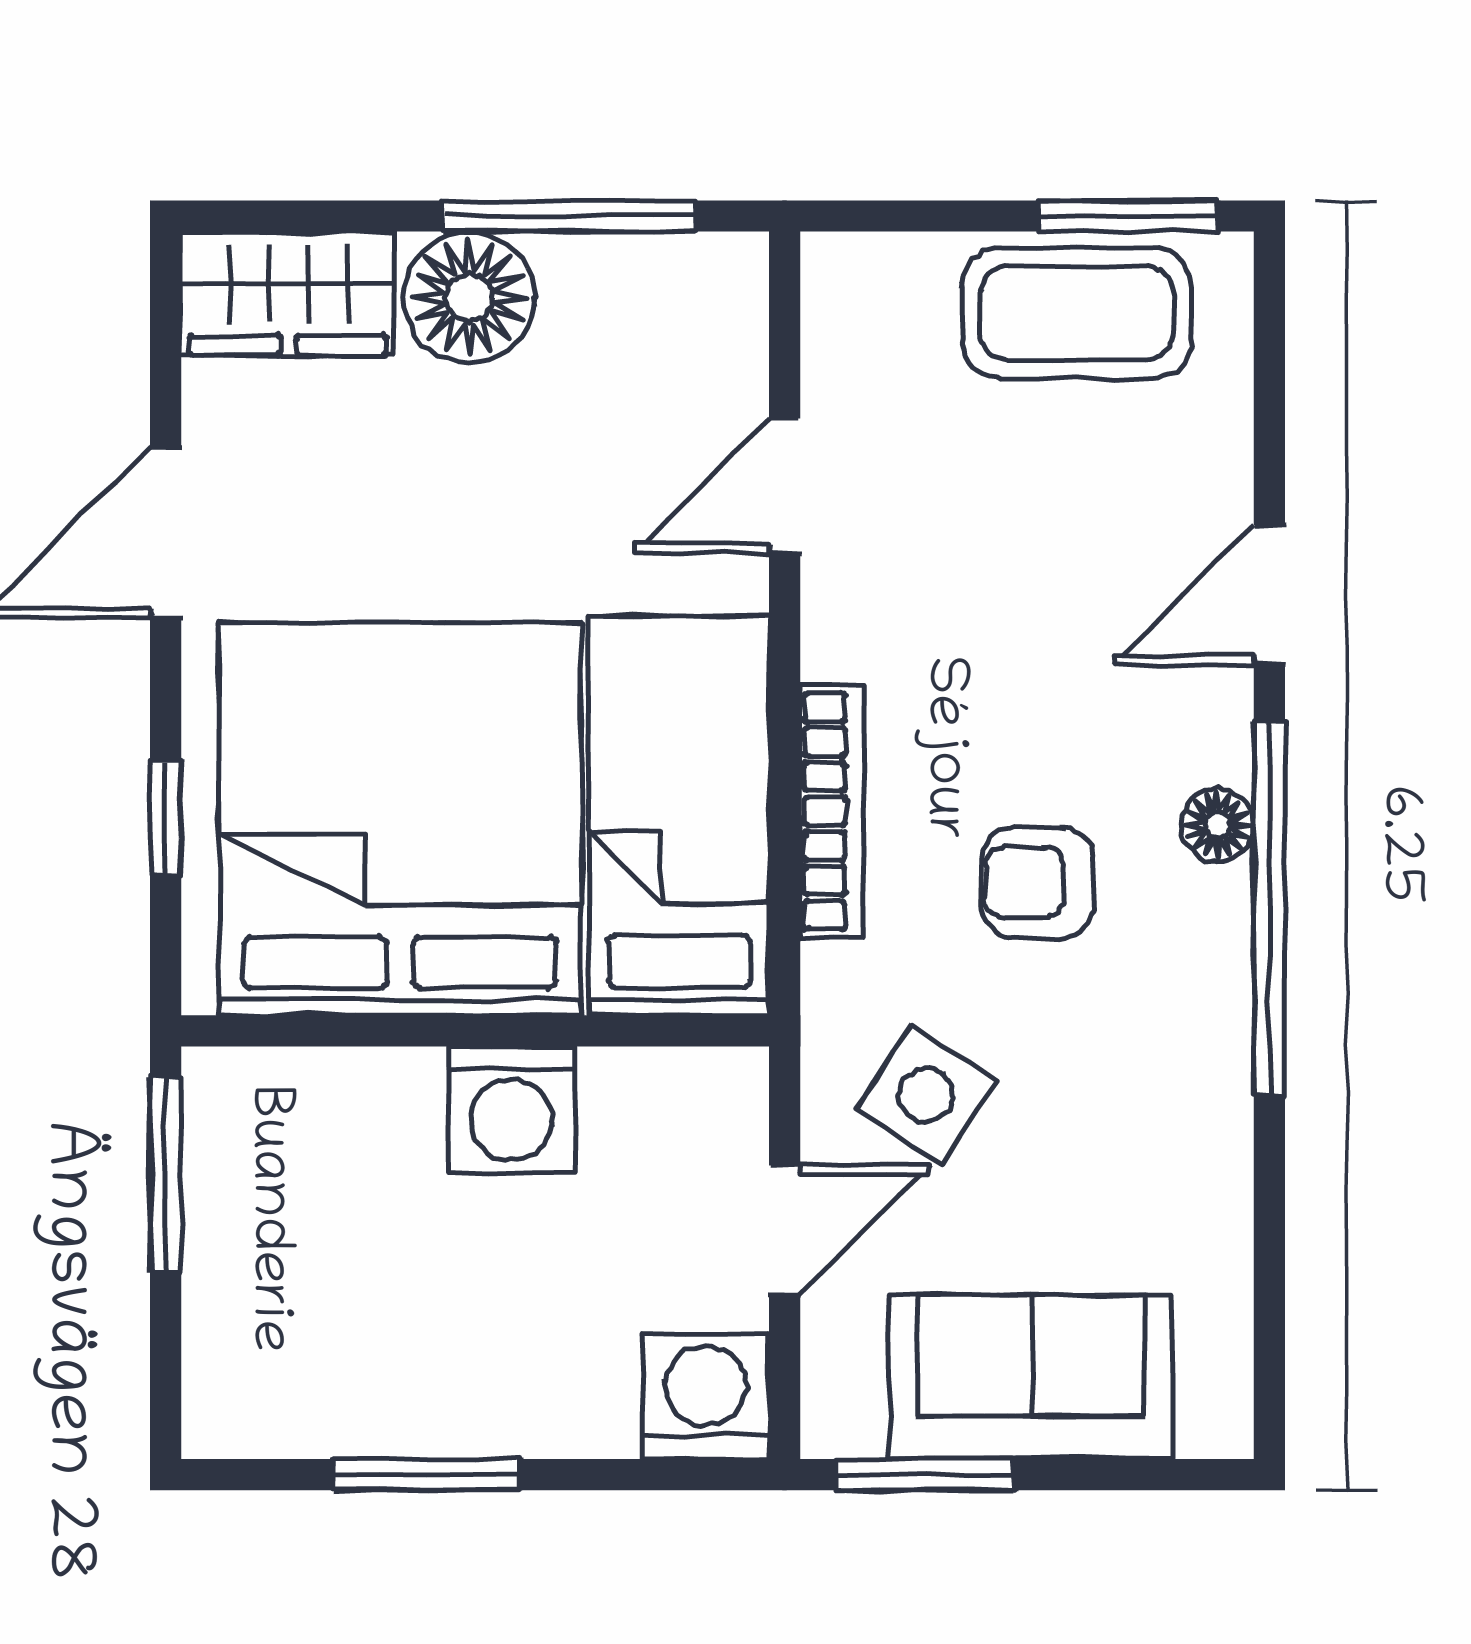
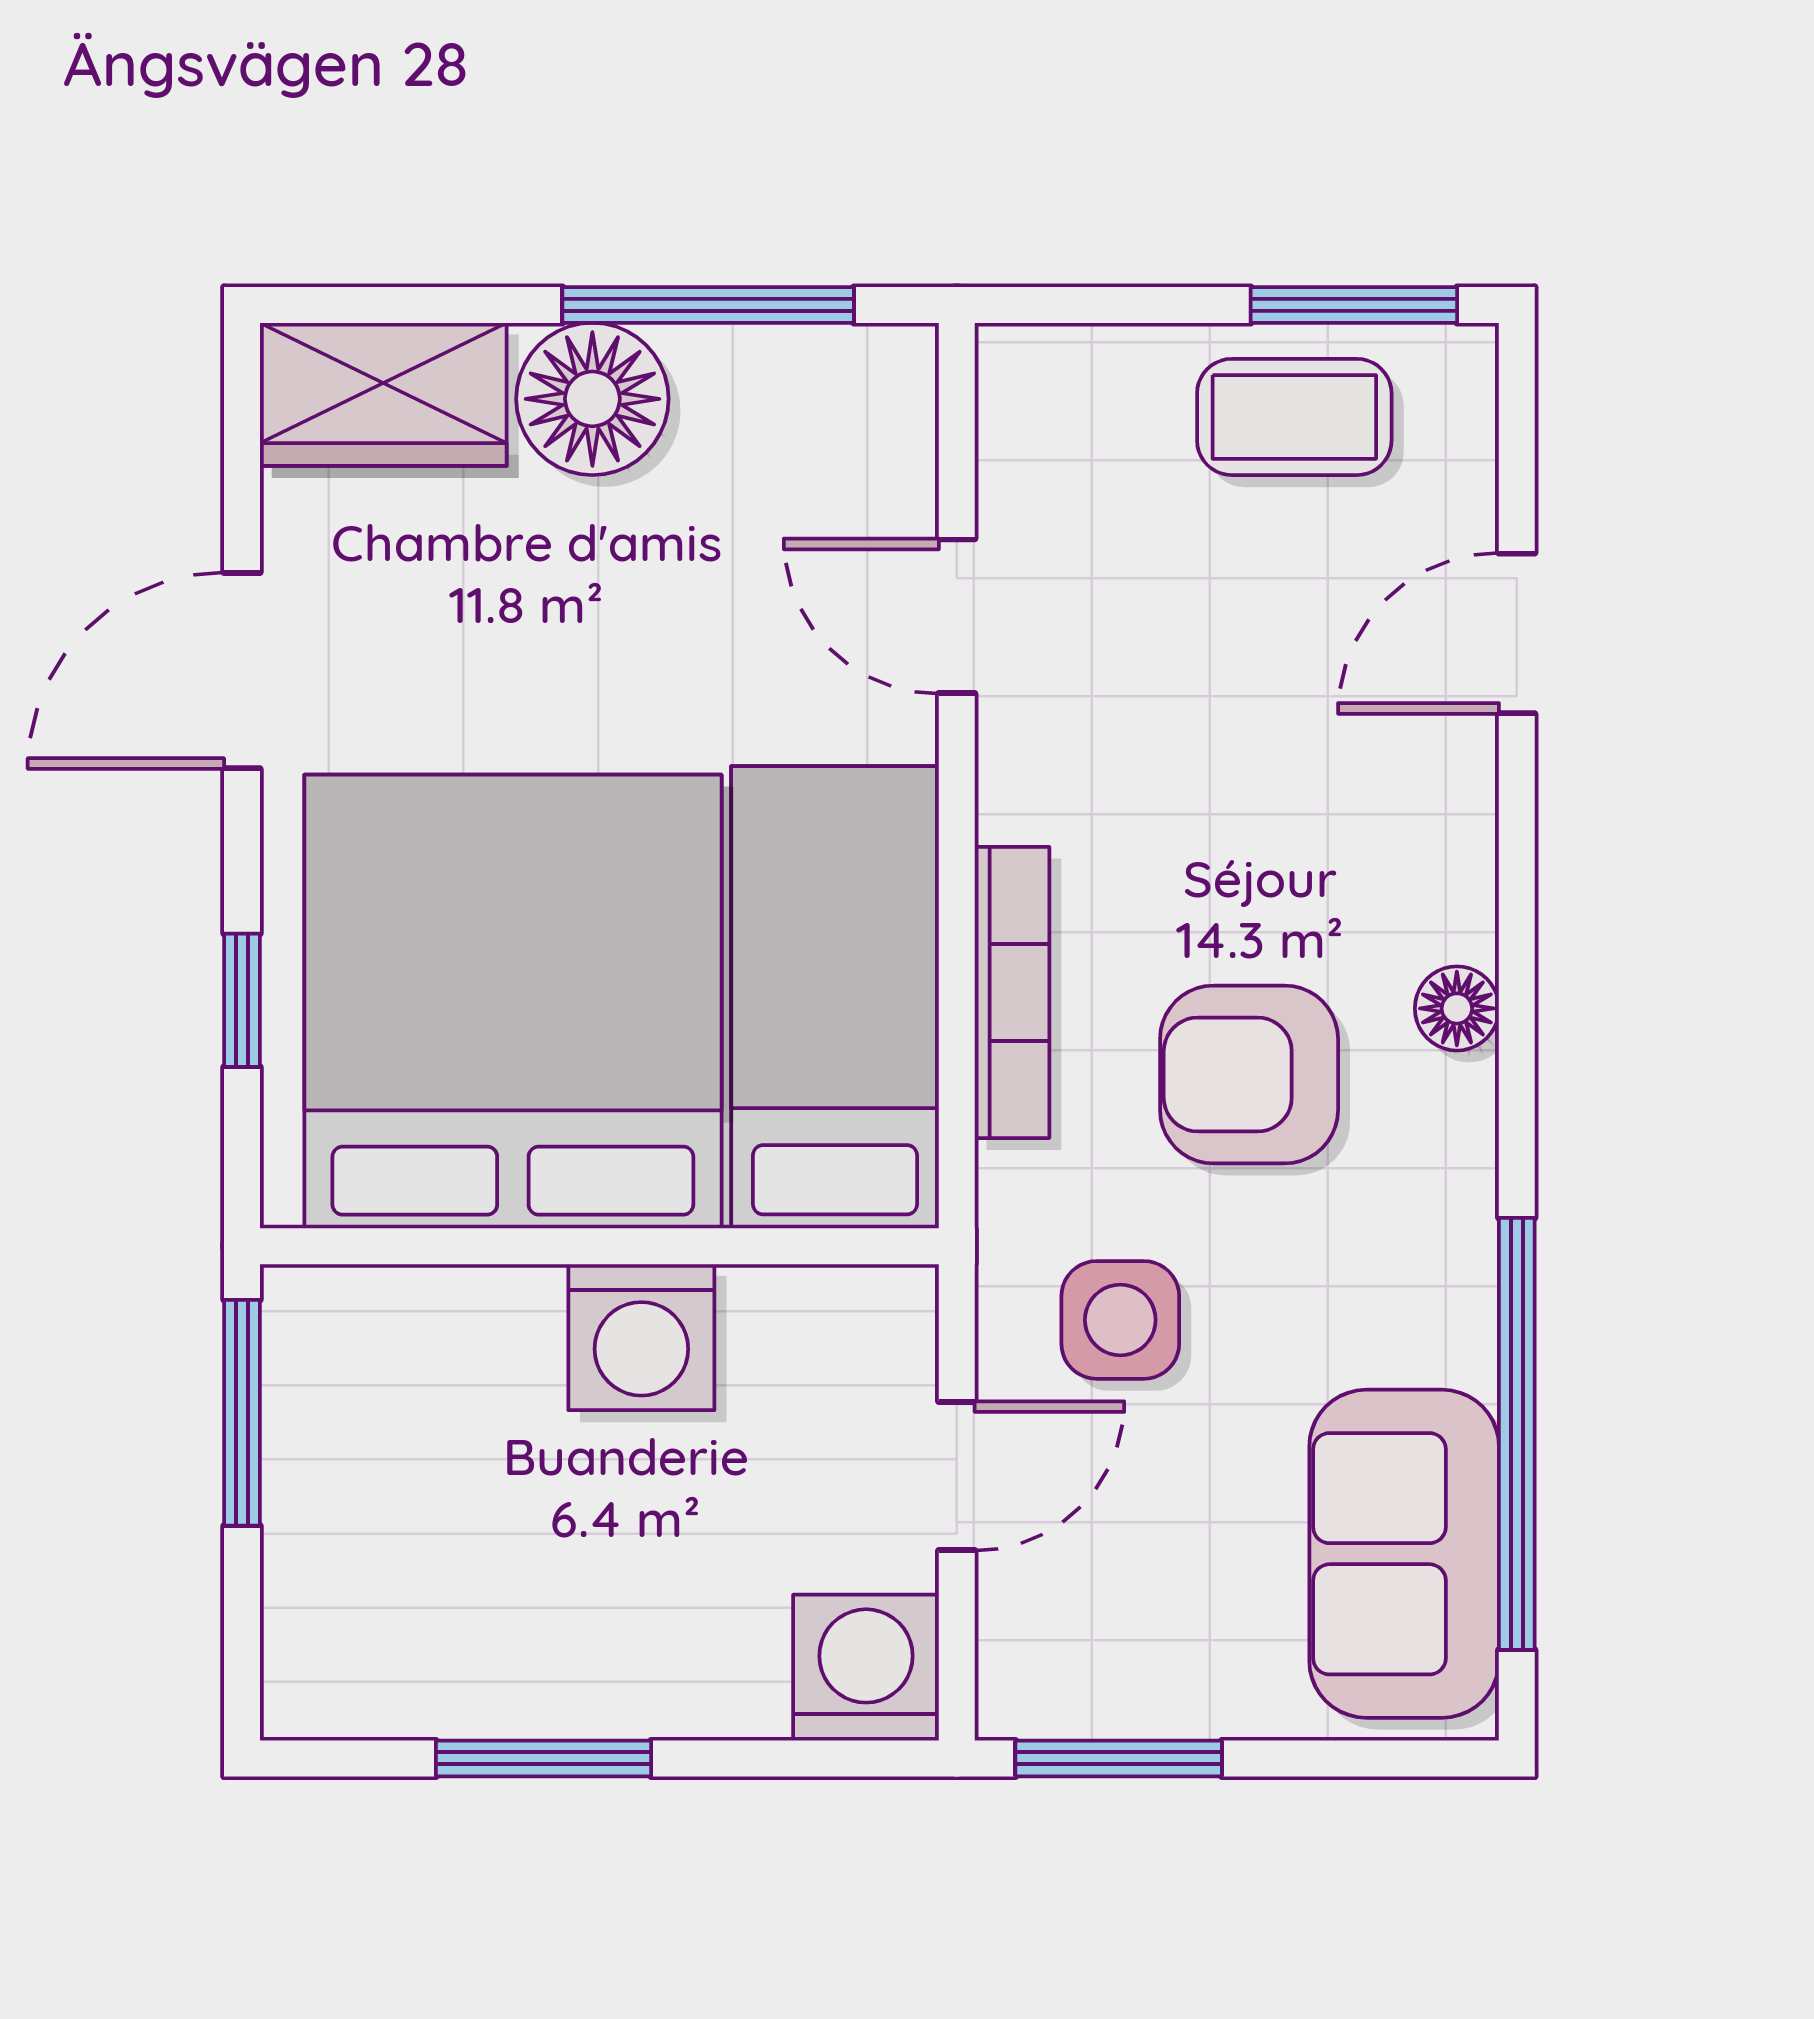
coffee table: (1077, 313) -> (1294, 417), width x0.73, depth x0.77
door: (785, 485) -> (957, 616), hinge flipped
door: (1269, 595) -> (1517, 633), moved
armchair: (1038, 882) -> (1249, 1075), width x1.38, depth x1.38
window: (1269, 908) -> (1517, 1434), moved
side table: (926, 1095) -> (1120, 1320), turned -33
sofa: (1031, 1377) -> (1404, 1554), moved, turned -90

